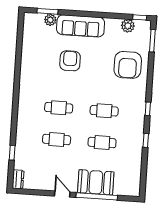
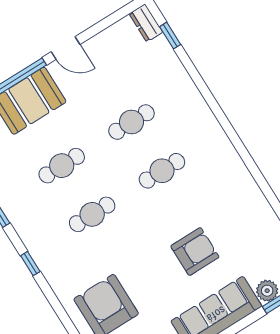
armchair: (70, 61) -> (195, 252), turned -90
window: (12, 153) -> (170, 36), moved

